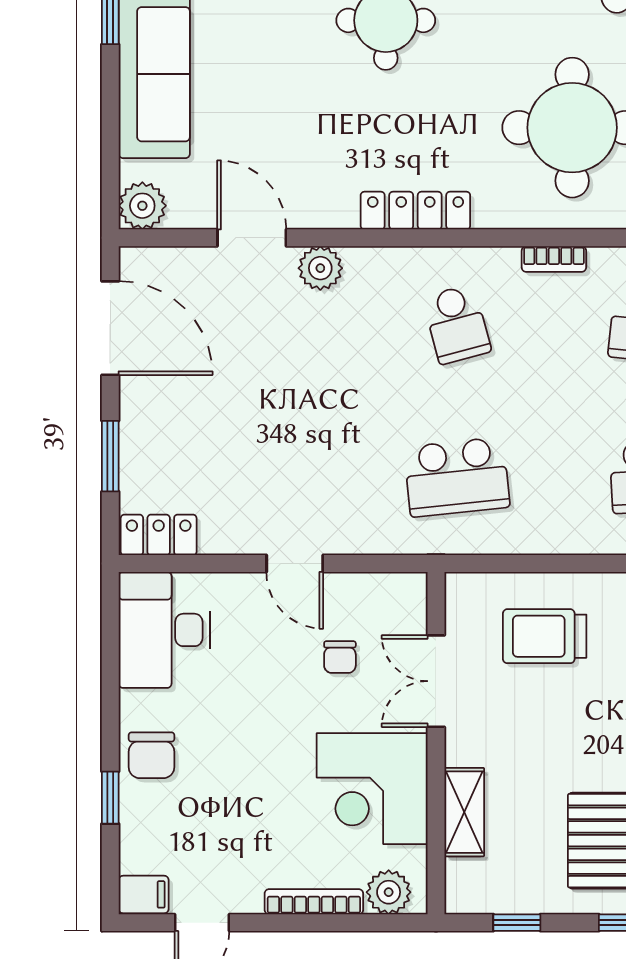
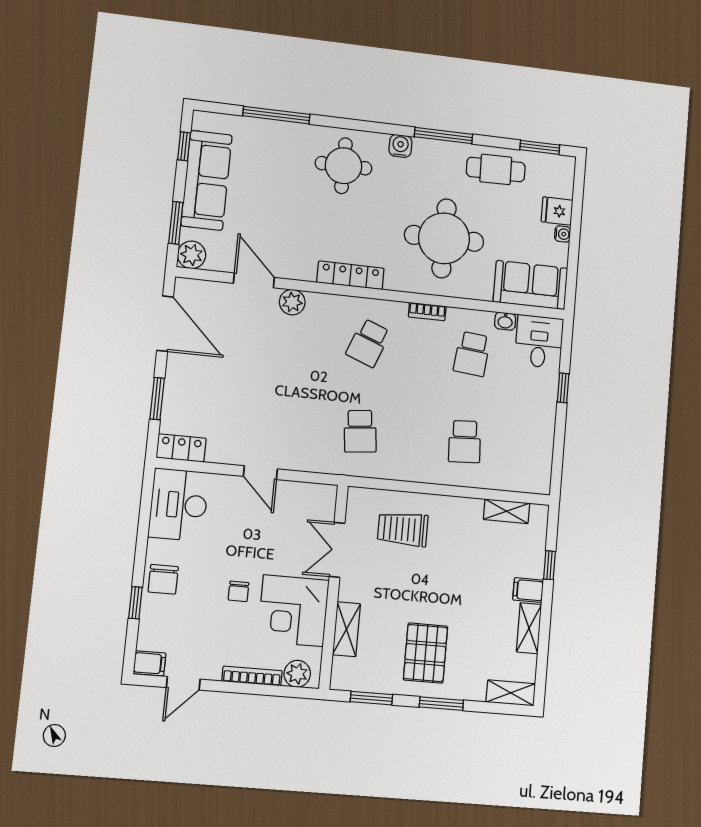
window: (110, 154) -> (176, 223), added
school desk: (457, 324) -> (368, 343), turned 36
school desk: (457, 477) -> (360, 431), width x0.54
chair: (340, 657) -> (239, 591), moved
window: (517, 923) -> (371, 698), width x1.50

